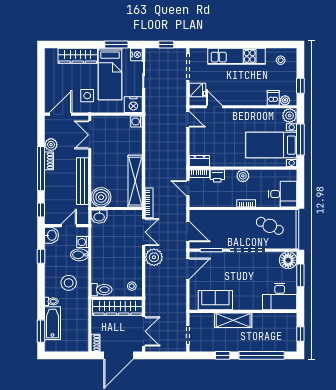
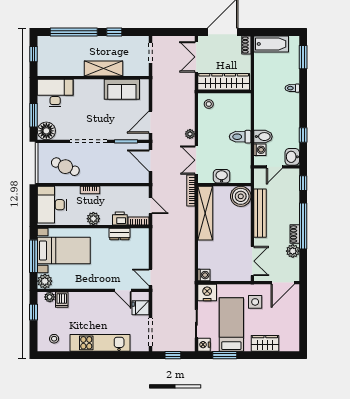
wardrobe: (78, 56) -> (265, 343), width x0.67
dresser: (199, 161) -> (119, 234), moved
desk: (283, 194) -> (52, 205), width x1.37
washbasin: (99, 217) -> (222, 176), moved
plant: (154, 257) -> (190, 134), width x0.53, depth x0.53
stool: (69, 283) -> (274, 107), removed
toilet: (102, 290) -> (240, 137), moved
bathtub: (52, 323) -> (271, 44), moved, turned -90

